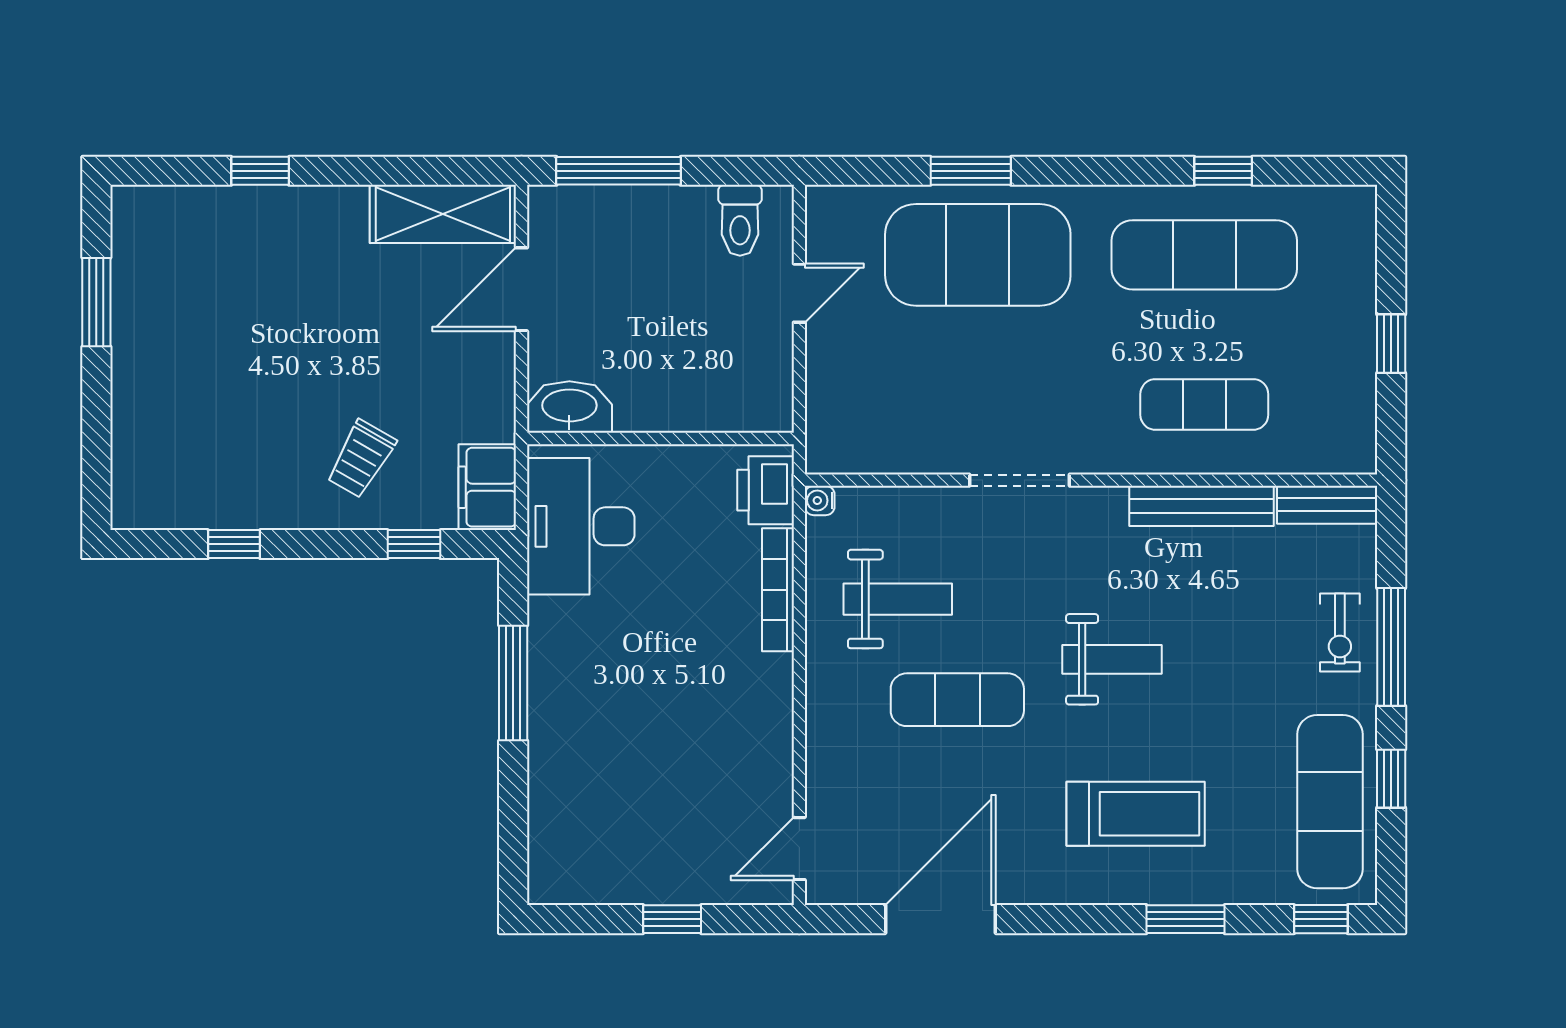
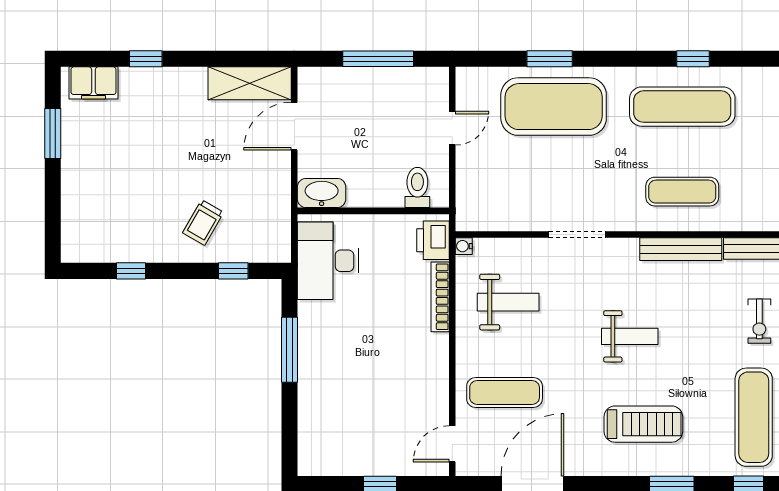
window: (619, 171) -> (378, 59), moved
toilet: (740, 220) -> (417, 187), moved, turned 180
filing cabinet: (487, 487) -> (93, 83), moved, turned -90
exercise mat: (957, 700) -> (505, 392), moved

